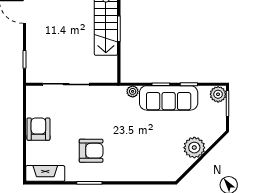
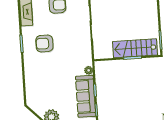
armchair: (91, 151) -> (44, 43), turned 90

